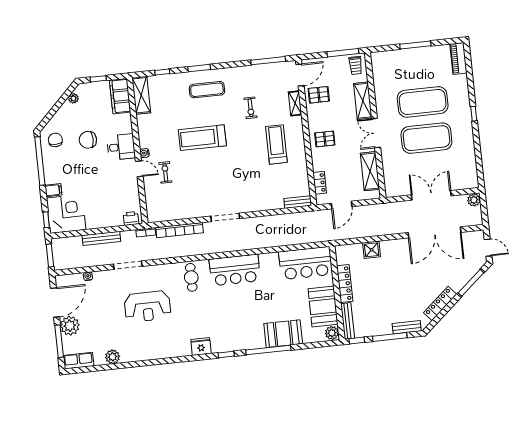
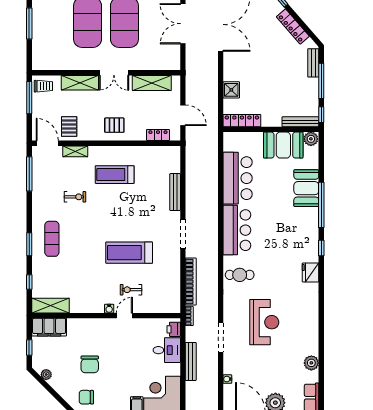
treadmill: (202, 138) -> (129, 253), moved, turned 90
pallet: (325, 139) -> (114, 125), turned 90
desk: (121, 147) -> (167, 350), moved, turned 90
bench: (298, 202) -> (175, 192), moved, width x1.36
bar counter: (306, 263) -> (238, 178), moved
locker: (345, 283) -> (242, 121), moved

